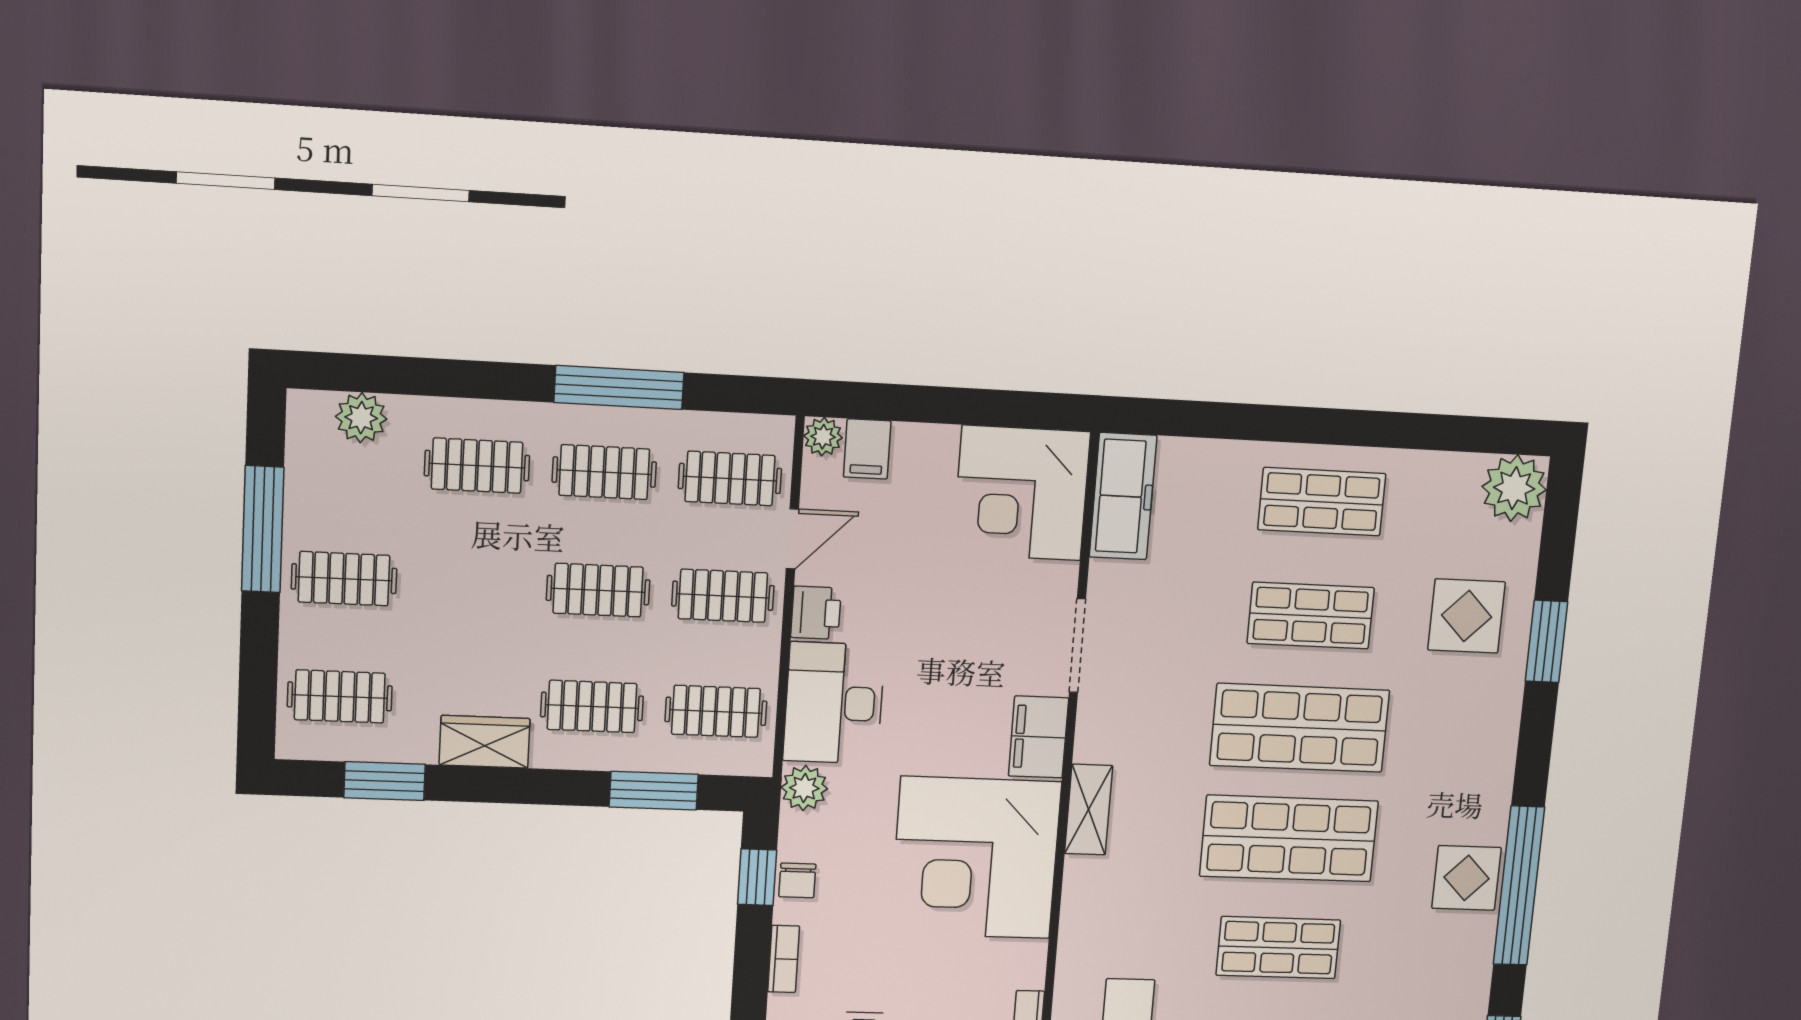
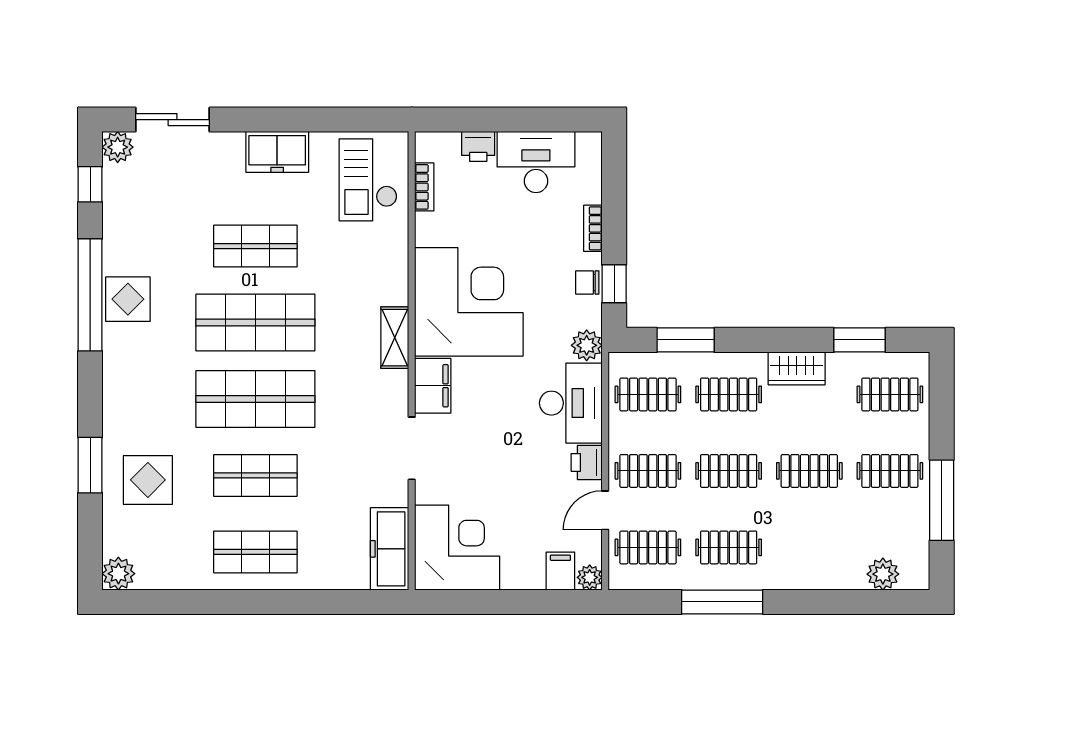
clothes rail: (477, 466) -> (809, 471), moved
plant: (1514, 488) -> (118, 574), width x0.73, depth x0.73
chair: (797, 880) -> (587, 282), turned -90

